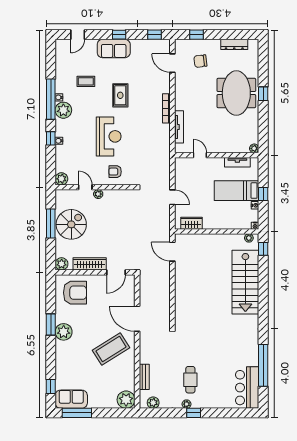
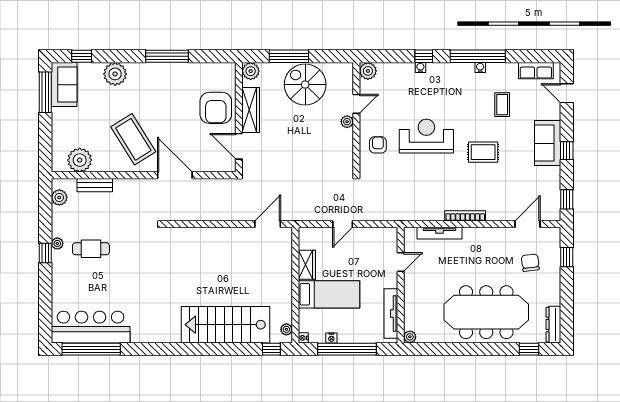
dresser: (234, 44) -> (553, 325), moved
row of seats: (61, 57) -> (536, 71), added
meeting table: (236, 93) -> (486, 312), width x1.36
window: (263, 94) -> (529, 349), moved
plant: (63, 110) -> (463, 74), removed
reception desk: (109, 136) -> (426, 136), turned 180
tv unit: (237, 162) -> (391, 313), width x1.41
bed: (237, 191) -> (329, 294), moved, turned 90
window: (263, 194) -> (347, 349), width x3.17
window: (51, 223) -> (289, 56), moved
wardrobe: (191, 223) -> (307, 265), moved
spiral stairs: (71, 224) -> (305, 85), turned 180
armchair: (75, 293) -> (216, 108), moved
door: (137, 319) -> (175, 175), hinge flipped
window: (51, 325) -> (167, 56), width x1.44
plant: (64, 332) -> (115, 74), moved
window: (263, 365) -> (91, 349), moved
bar counter: (247, 388) -> (91, 327), width x1.36
plant: (126, 400) -> (80, 160), moved

